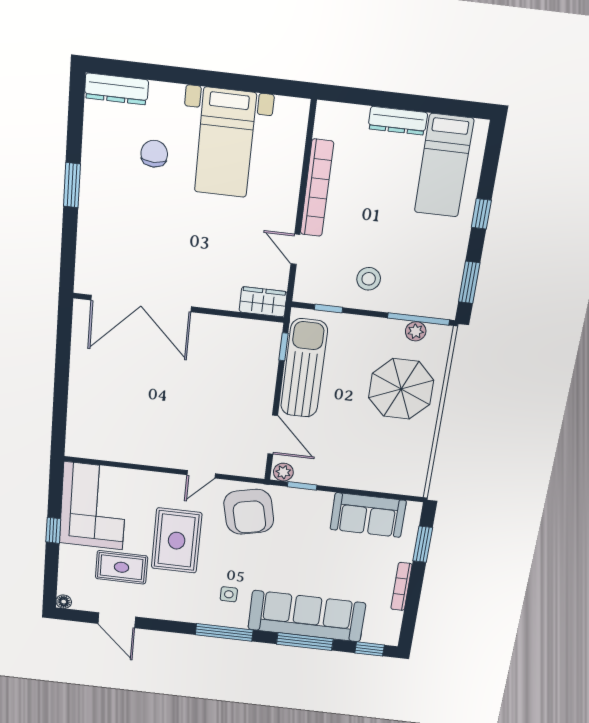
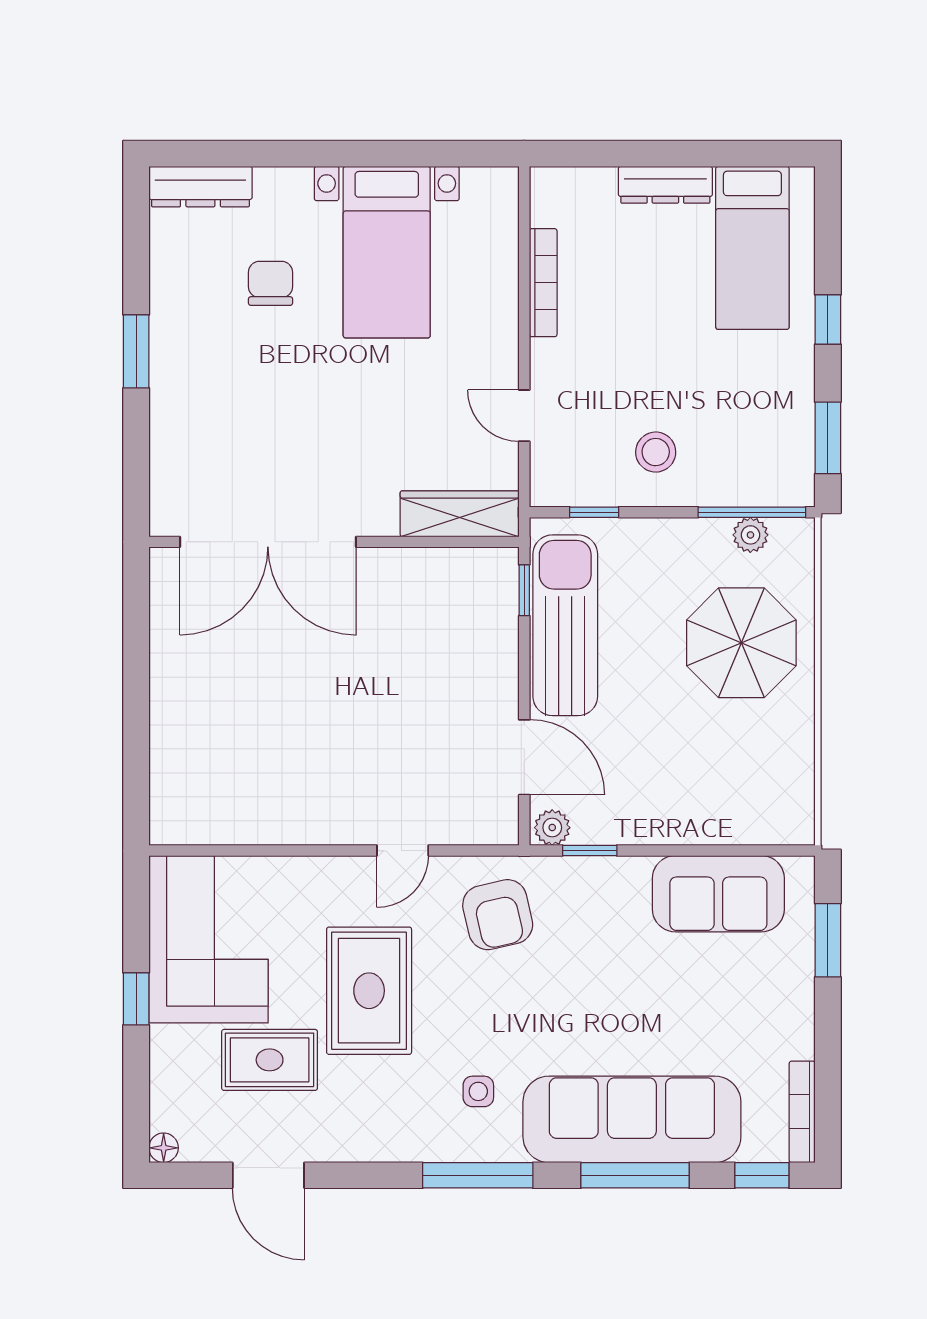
bookcase: (317, 188) -> (543, 283), width x0.68, depth x0.76
wardrobe: (263, 302) -> (460, 514), width x1.50
armchair: (249, 512) -> (498, 915), width x0.73, depth x0.73
bookcase: (401, 587) -> (802, 1112), moved

